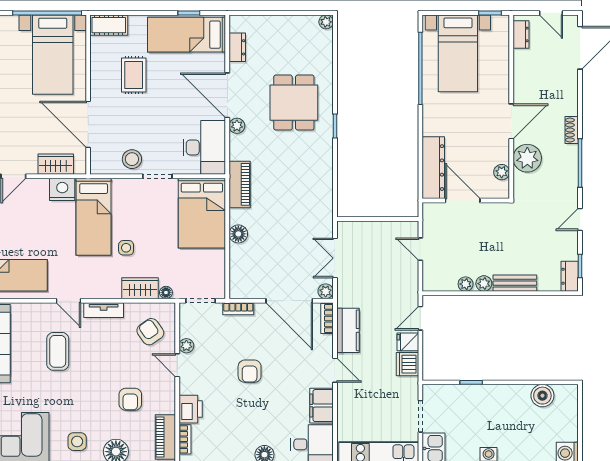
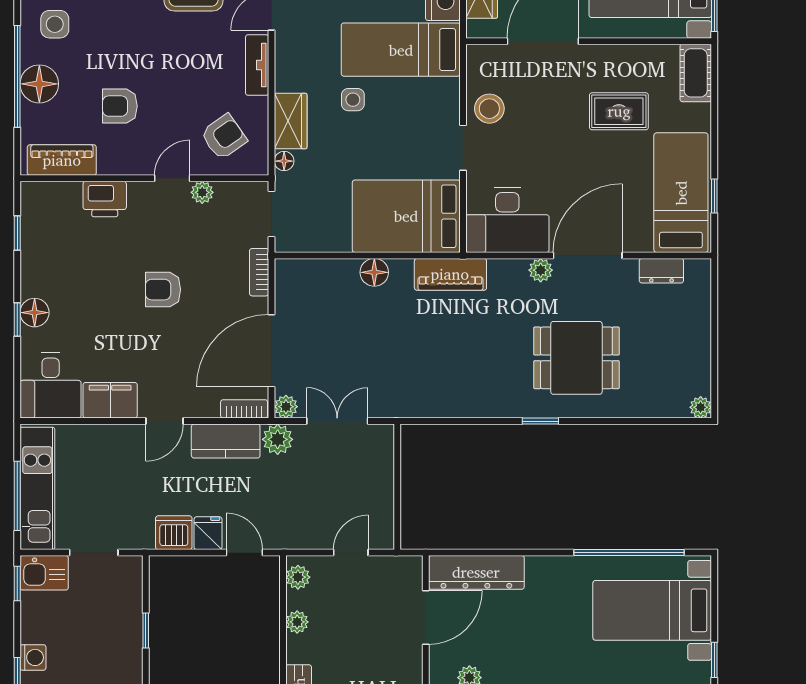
plant: (484, 284) -> (298, 577), moved
plant: (347, 297) -> (278, 439), added
bookcase: (185, 439) -> (58, 190), removed

